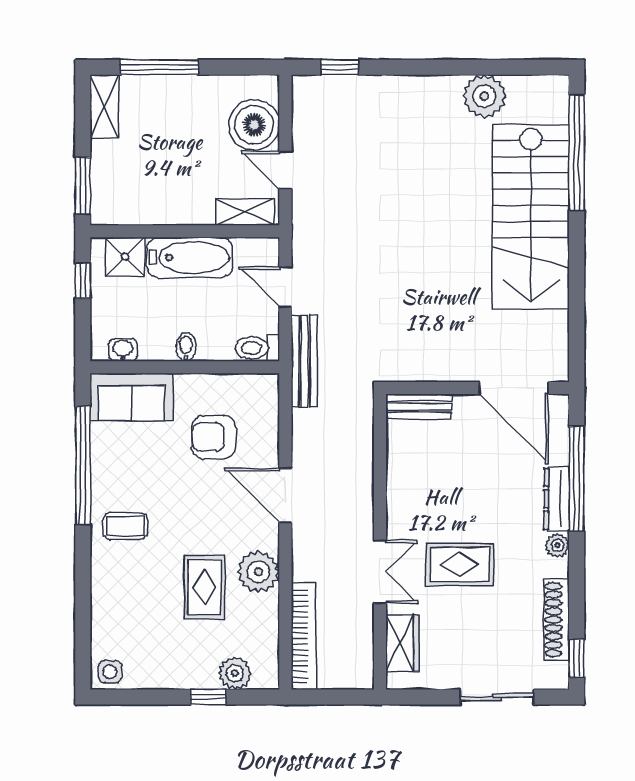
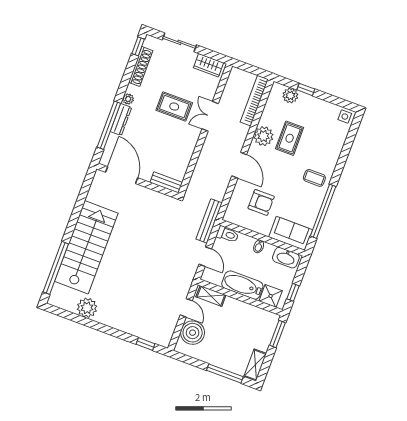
washbasin: (123, 350) -> (286, 258), width x1.91, depth x1.45
wardrobe: (402, 643) -> (209, 65), moved, turned -90

